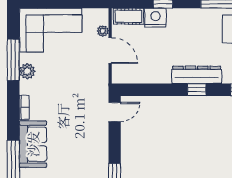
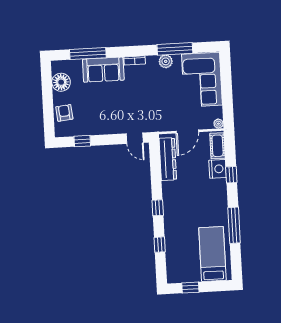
plant: (103, 31) -> (218, 124), moved
dresser: (197, 75) -> (168, 159), moved

